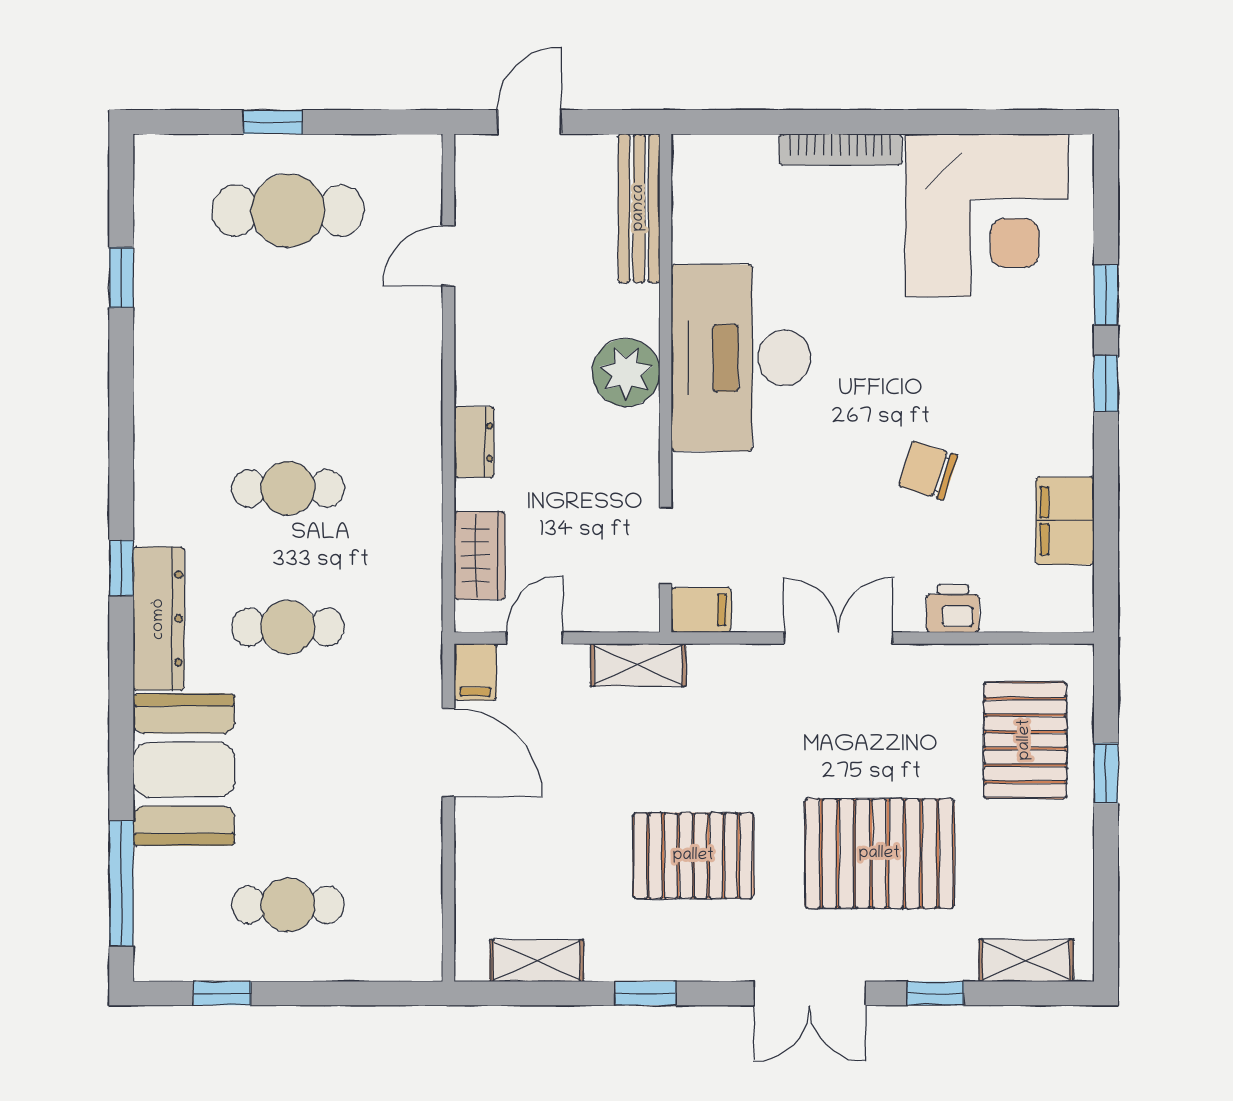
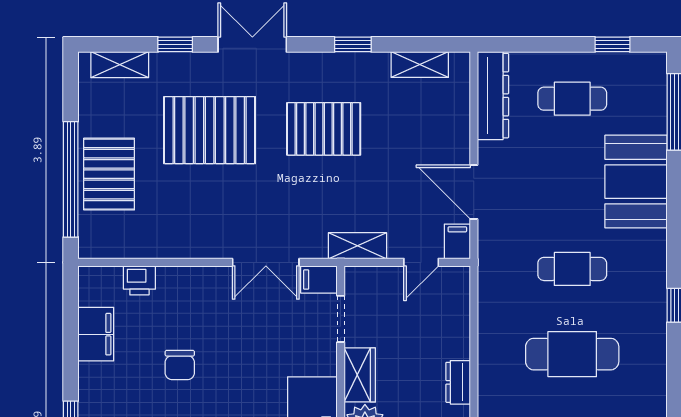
chair: (928, 471) -> (180, 365), turned 72
cafe table: (288, 488) -> (572, 354), width x1.37, depth x1.35
wardrobe: (480, 555) -> (360, 375), moved, turned 180
printer: (953, 608) -> (139, 280), moved
dresser: (159, 619) -> (493, 96), moved, turned 180
double door: (838, 638) -> (266, 262), moved
pallet: (1025, 740) -> (109, 174), moved
window: (1106, 773) -> (71, 179), width x3.17

